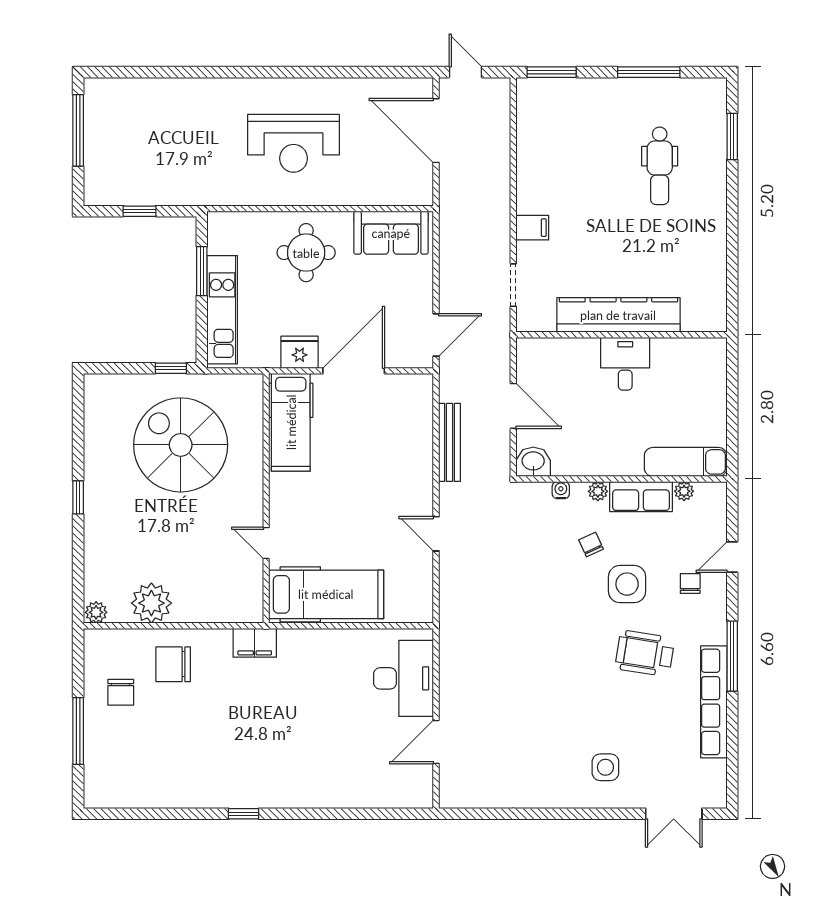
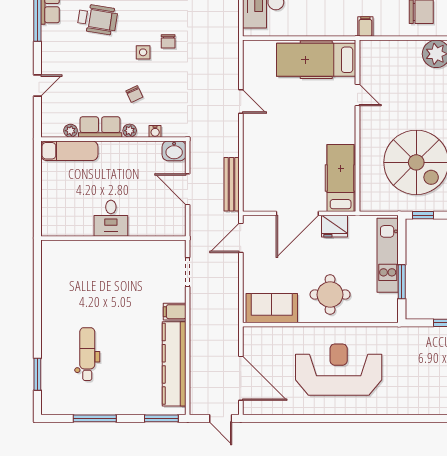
reception desk: (294, 143) -> (339, 370), width x1.36, depth x1.30
kitchen counter: (618, 315) -> (174, 364), moved, turned 90
bench: (450, 442) -> (232, 184), moved
side table: (627, 584) -> (143, 52), moved, width x0.54, depth x0.54
chair: (690, 584) -> (168, 41), moved
filing cabinet: (255, 643) -> (365, 27), width x0.50

